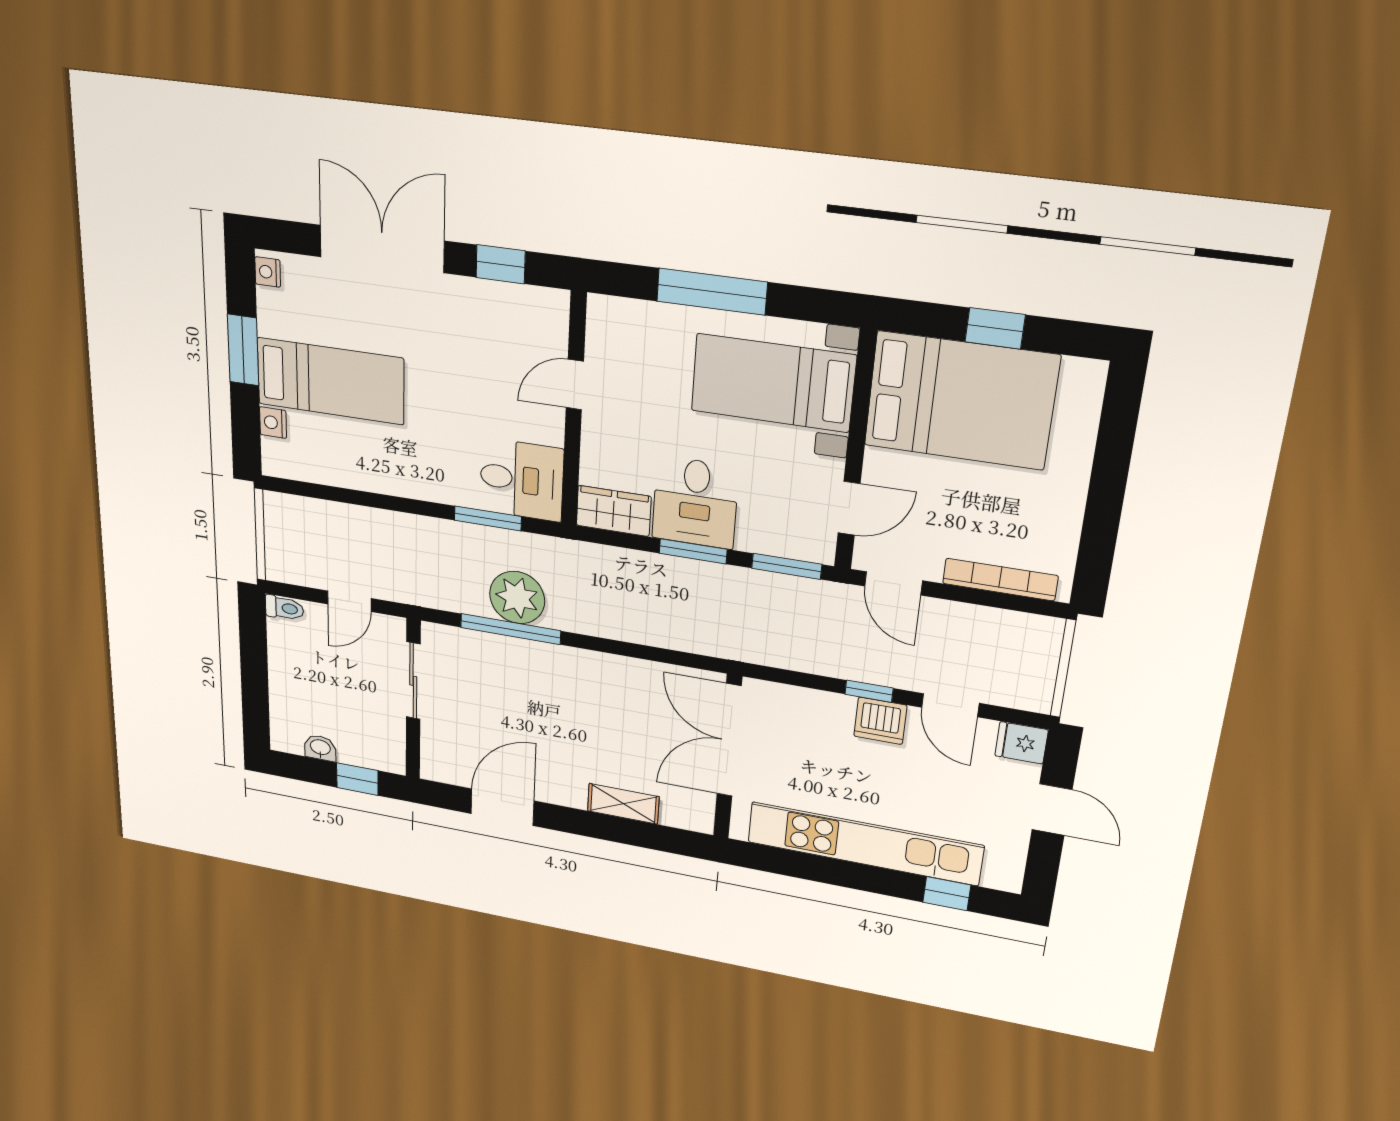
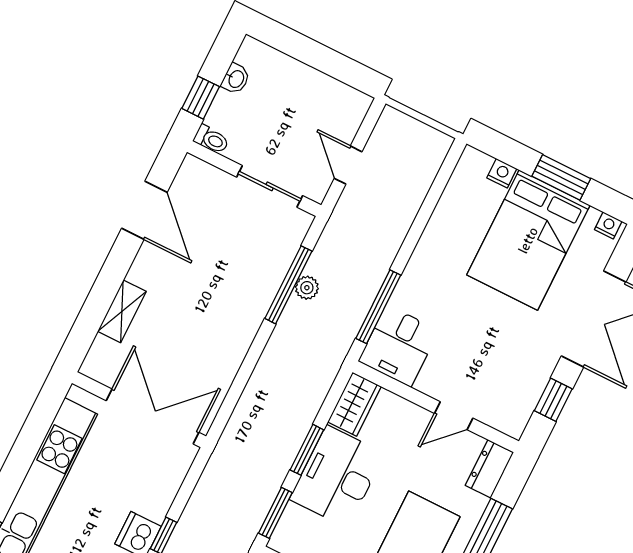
dresser: (621, 316) -> (489, 469), added
bed: (330, 381) -> (528, 240), width x1.50
door: (575, 385) -> (454, 416), swing flipped
desk: (695, 502) -> (337, 476), width x1.37
window: (488, 518) -> (378, 307), width x1.44
plant: (517, 597) -> (307, 288), width x0.53, depth x0.53
toilet: (284, 608) -> (211, 139), moved, turned -90

